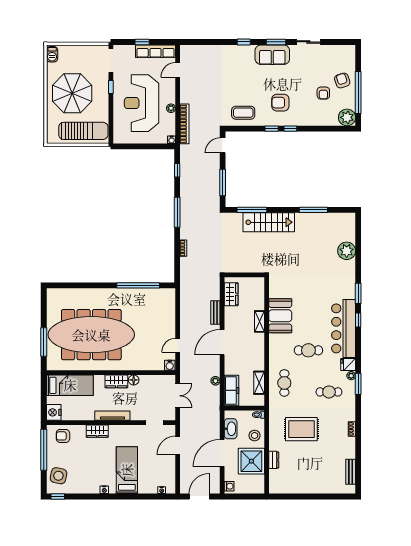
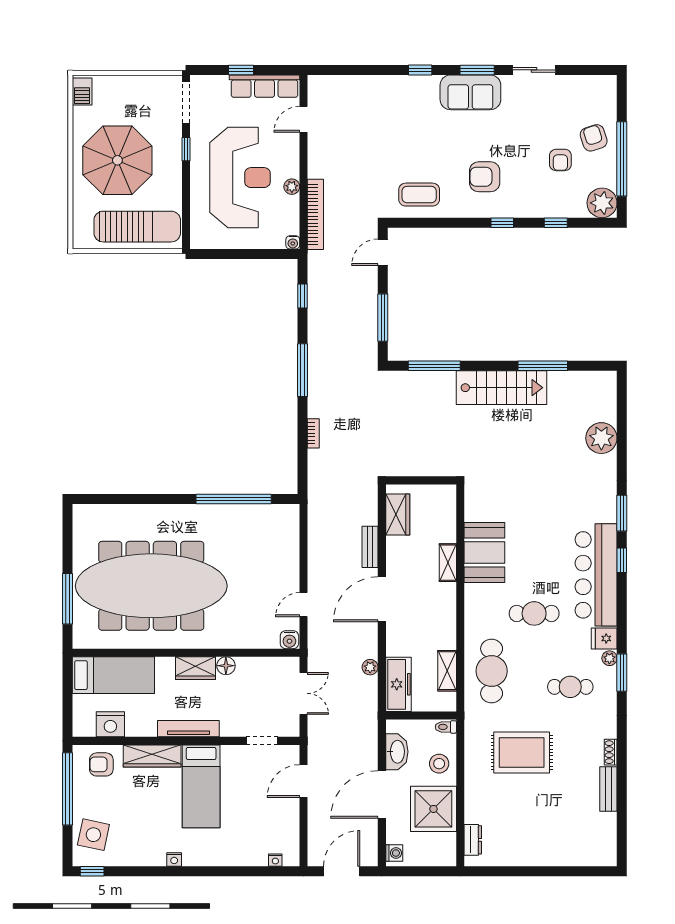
reception desk: (142, 103) -> (240, 178), turned 180
window: (272, 129) -> (556, 223), moved
stairs: (269, 222) -> (501, 388), moved
cafe table: (284, 383) -> (492, 671), width x1.37, depth x1.35
nightstand: (54, 412) -> (110, 724), moved, turned -90
wardrobe: (97, 431) -> (152, 756), width x1.50
dresser: (274, 460) -> (473, 840), moved
bed: (127, 470) -> (201, 786), moved, turned 180
bench: (351, 472) -> (608, 789), moved

